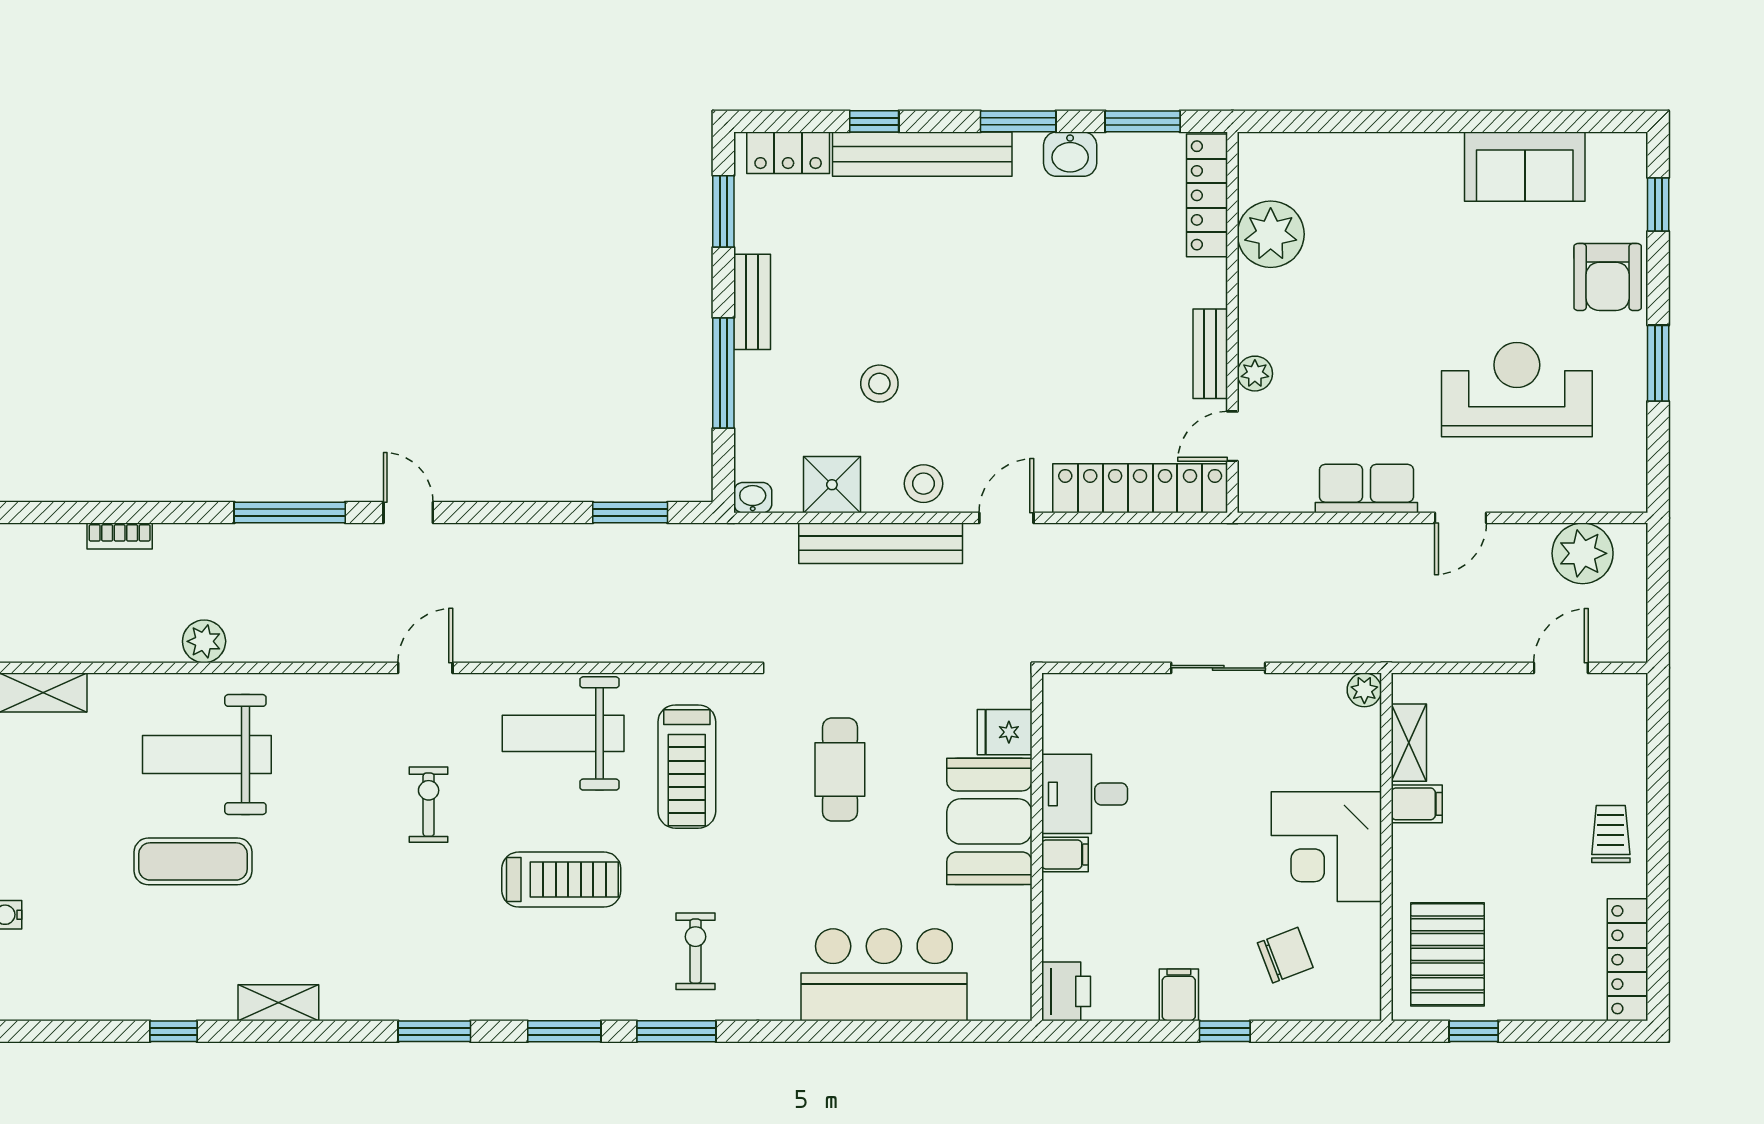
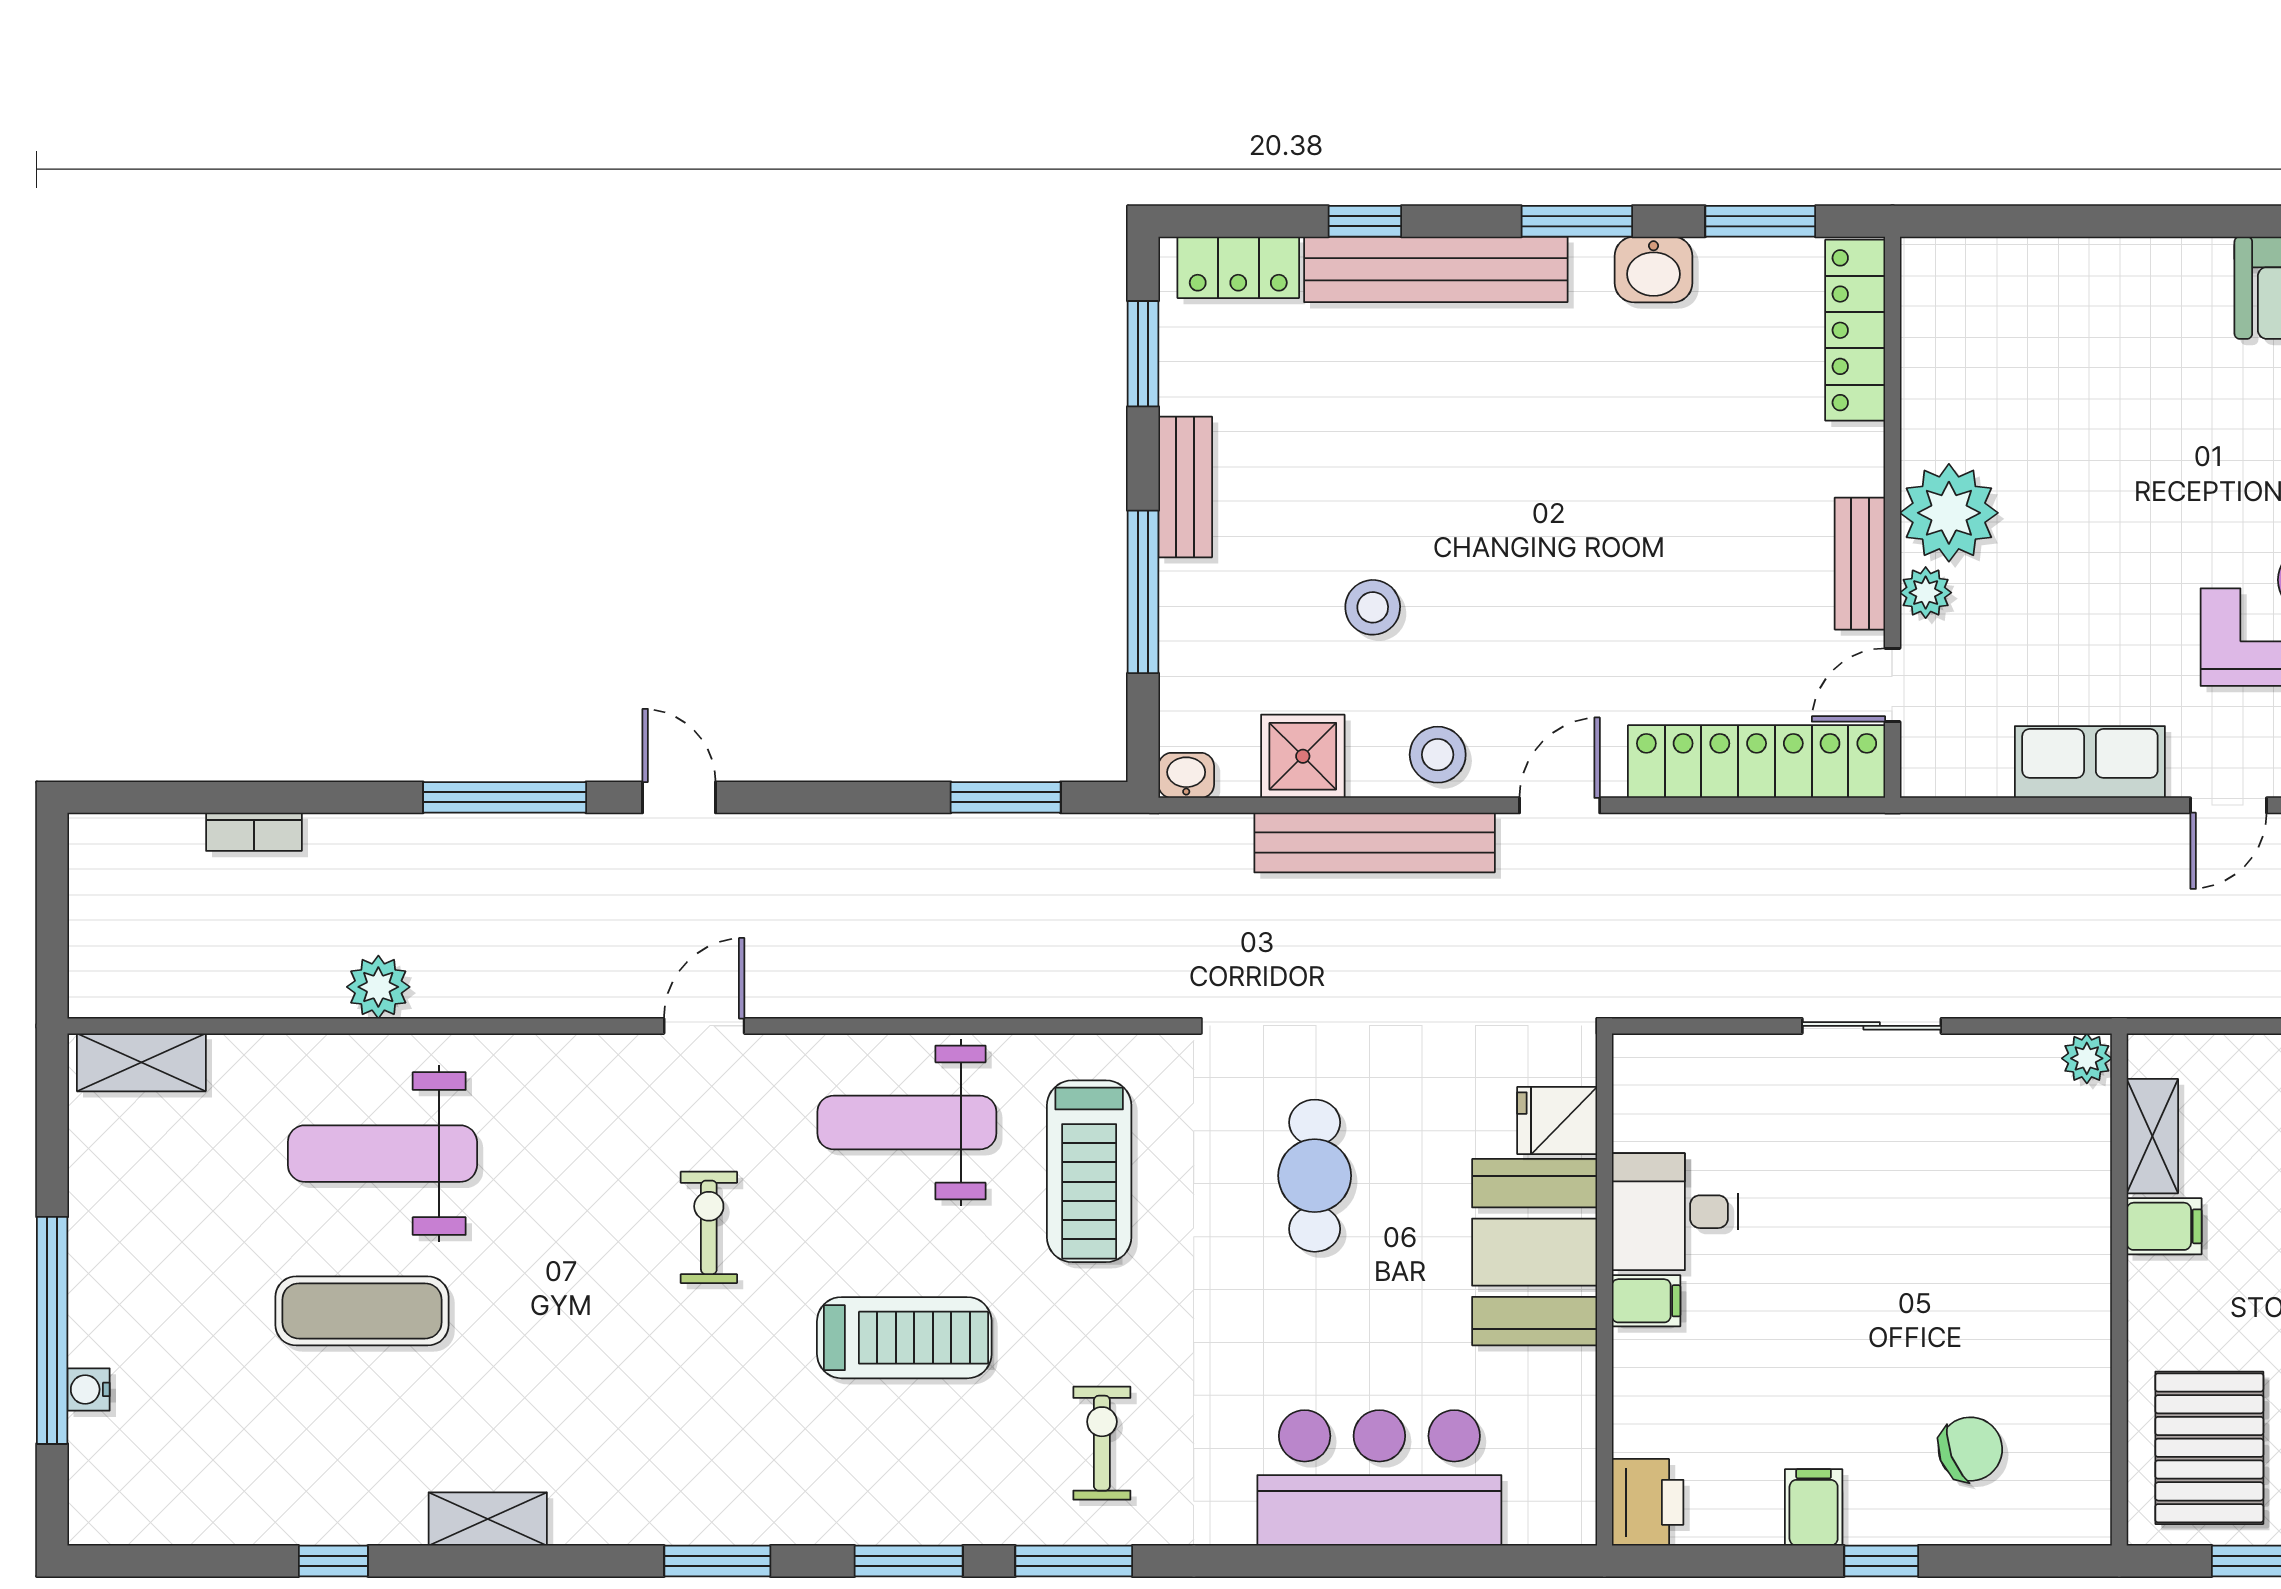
plant: (1271, 234) -> (1949, 513), moved
corner desk: (1326, 847) -> (2031, 1289), removed

